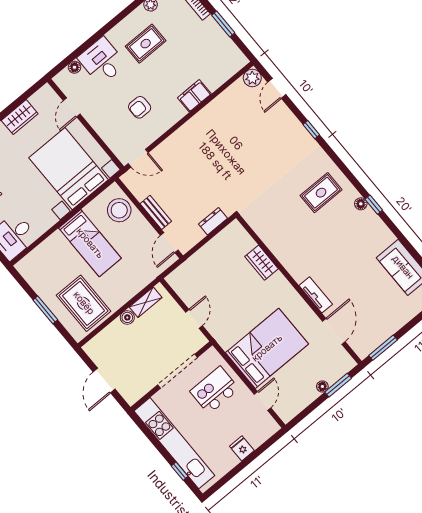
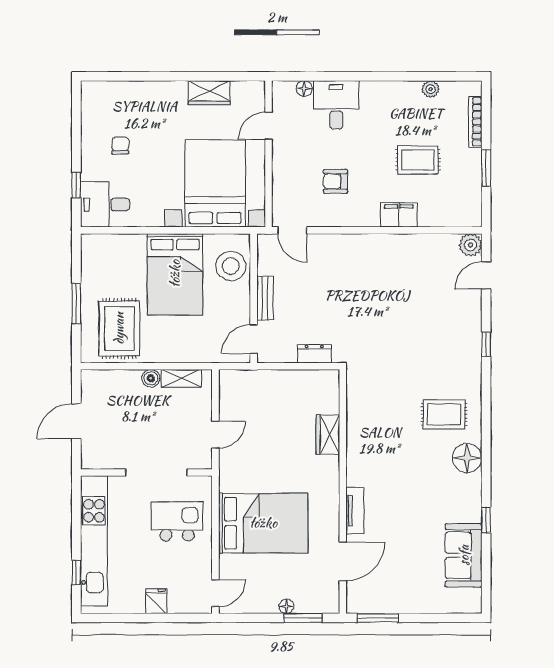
rug: (146, 44) -> (418, 160), moved
floor lamp: (361, 204) -> (467, 458), width x1.89, depth x1.89
window: (374, 205) -> (486, 520), moved
bed: (90, 243) -> (175, 274), width x1.50
door: (262, 401) -> (215, 593), moved

